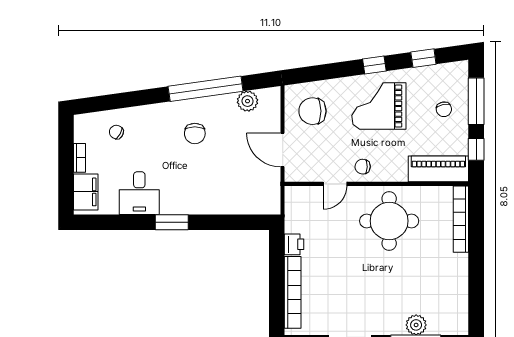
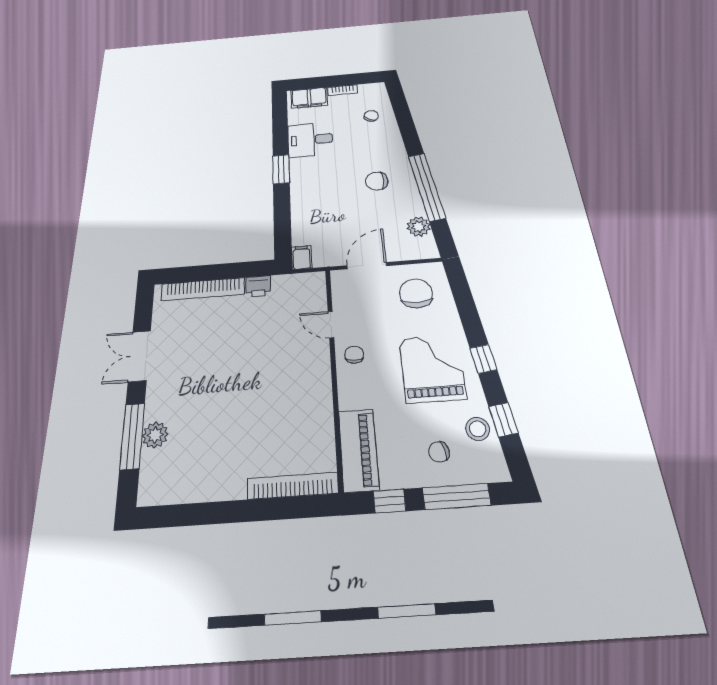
stool: (429, 78) -> (478, 429), added
filing cabinet: (269, 206) -> (302, 257), added
round table: (389, 221) -> (288, 391), removed

